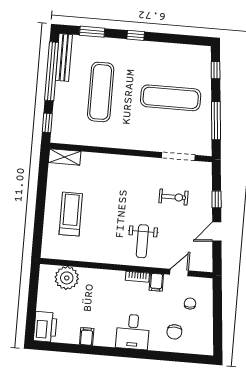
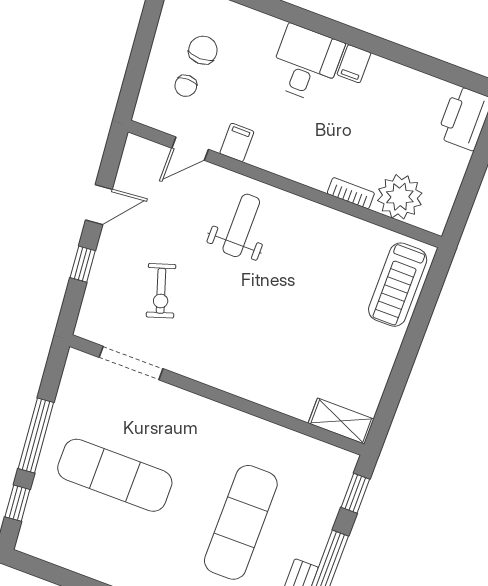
window: (216, 121) -> (36, 436), moved
exercise bike: (173, 197) -> (161, 291), turned -108
treadmill: (71, 214) -> (398, 285), moved
bookcase: (137, 277) -> (351, 193), moved
chair: (174, 332) -> (203, 50), moved
filing cabinet: (87, 336) -> (354, 64), moved

